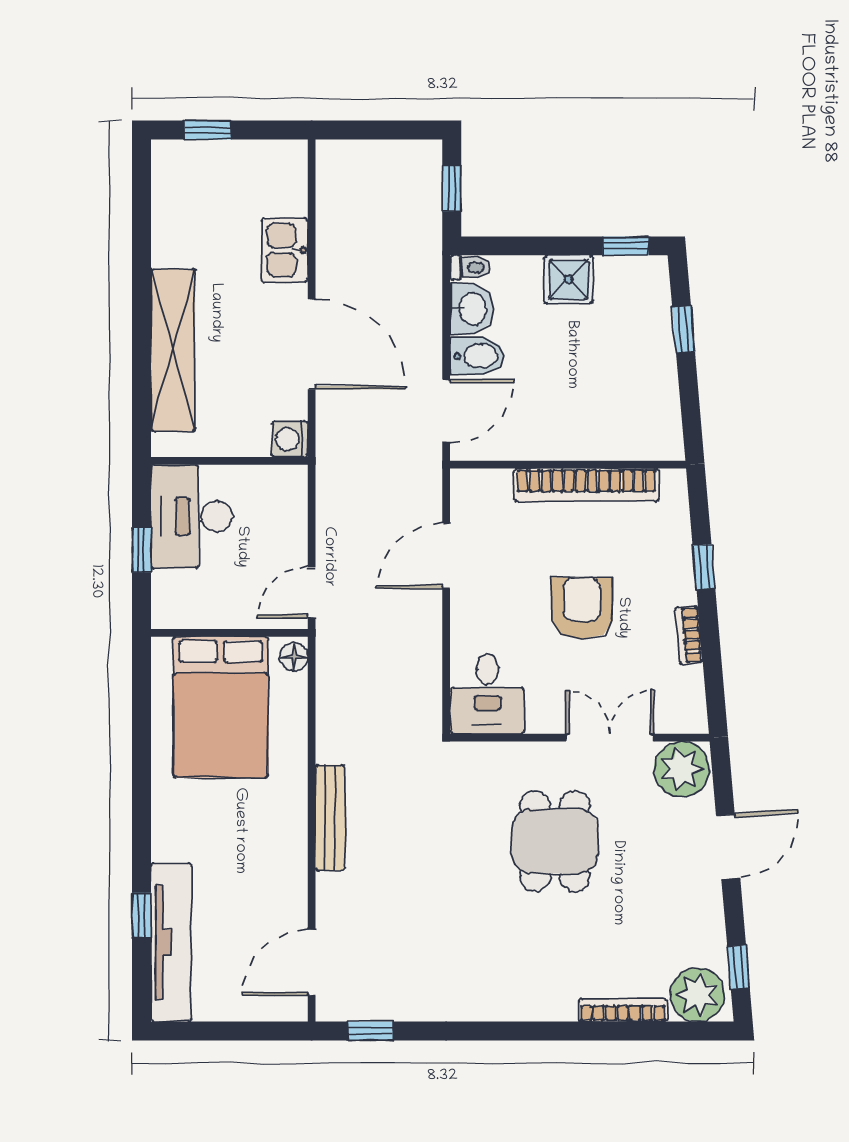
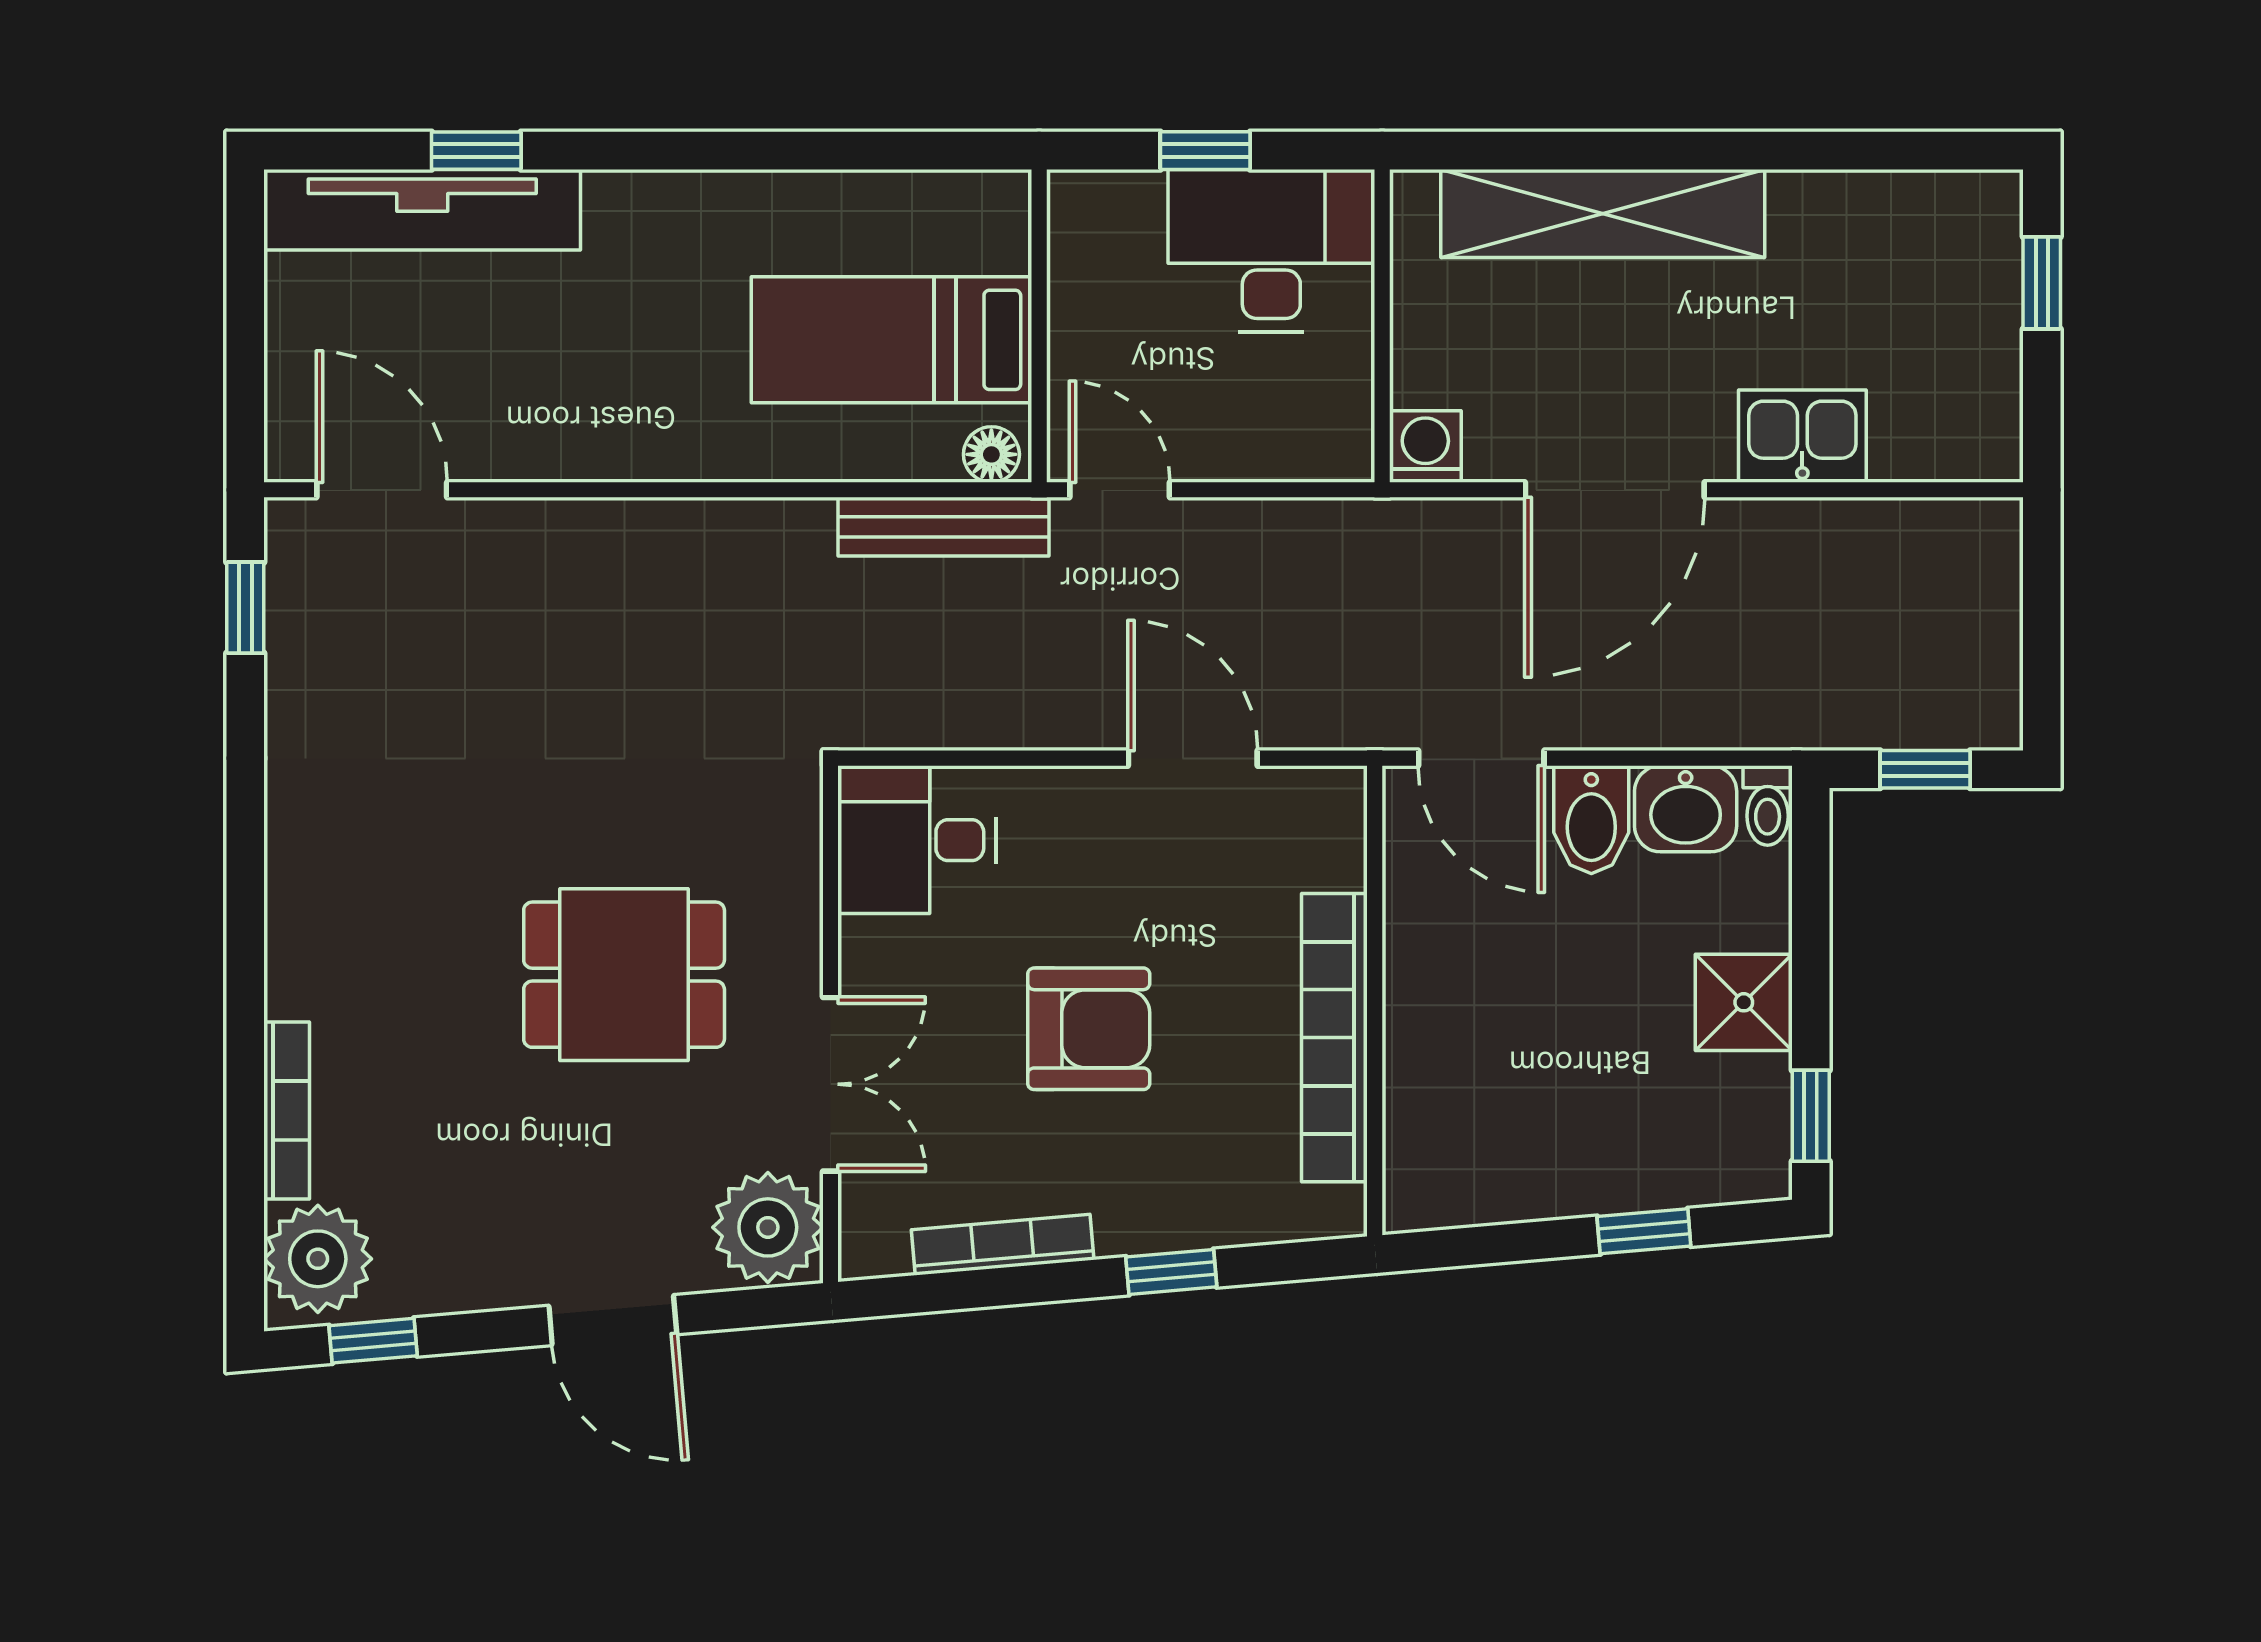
bookcase: (689, 635) -> (1003, 1245), width x1.56
bed: (221, 707) -> (892, 340), width x0.67
bench: (330, 818) -> (944, 527), moved

